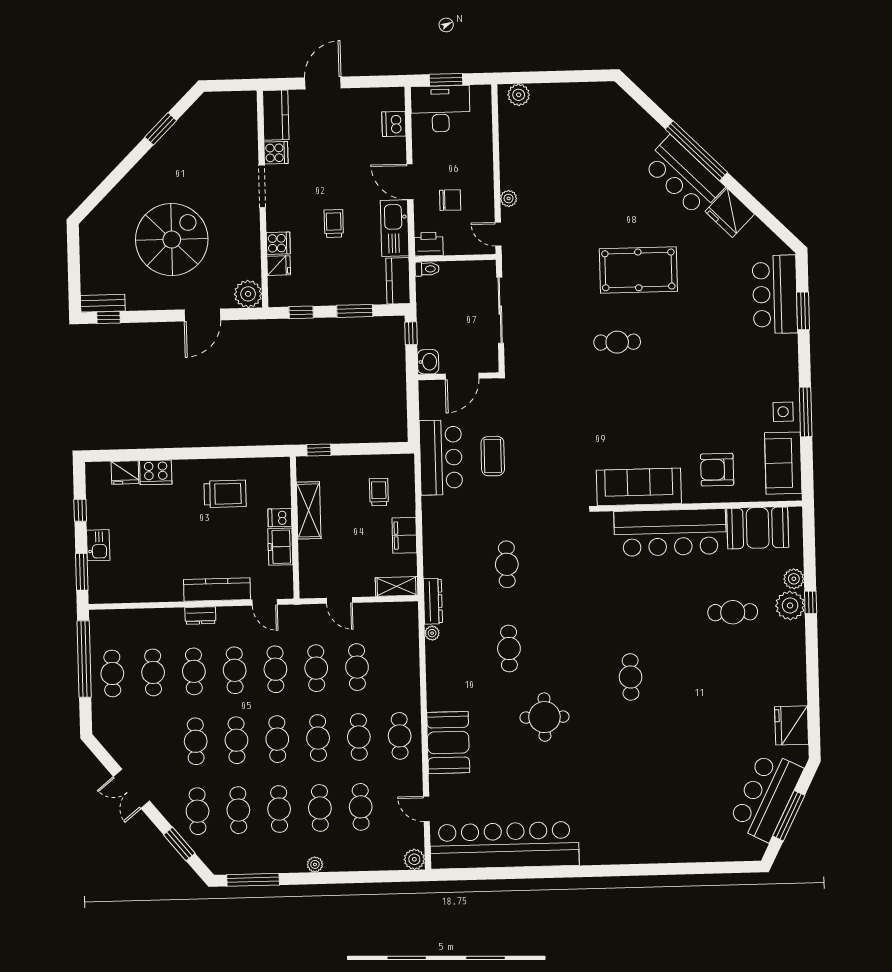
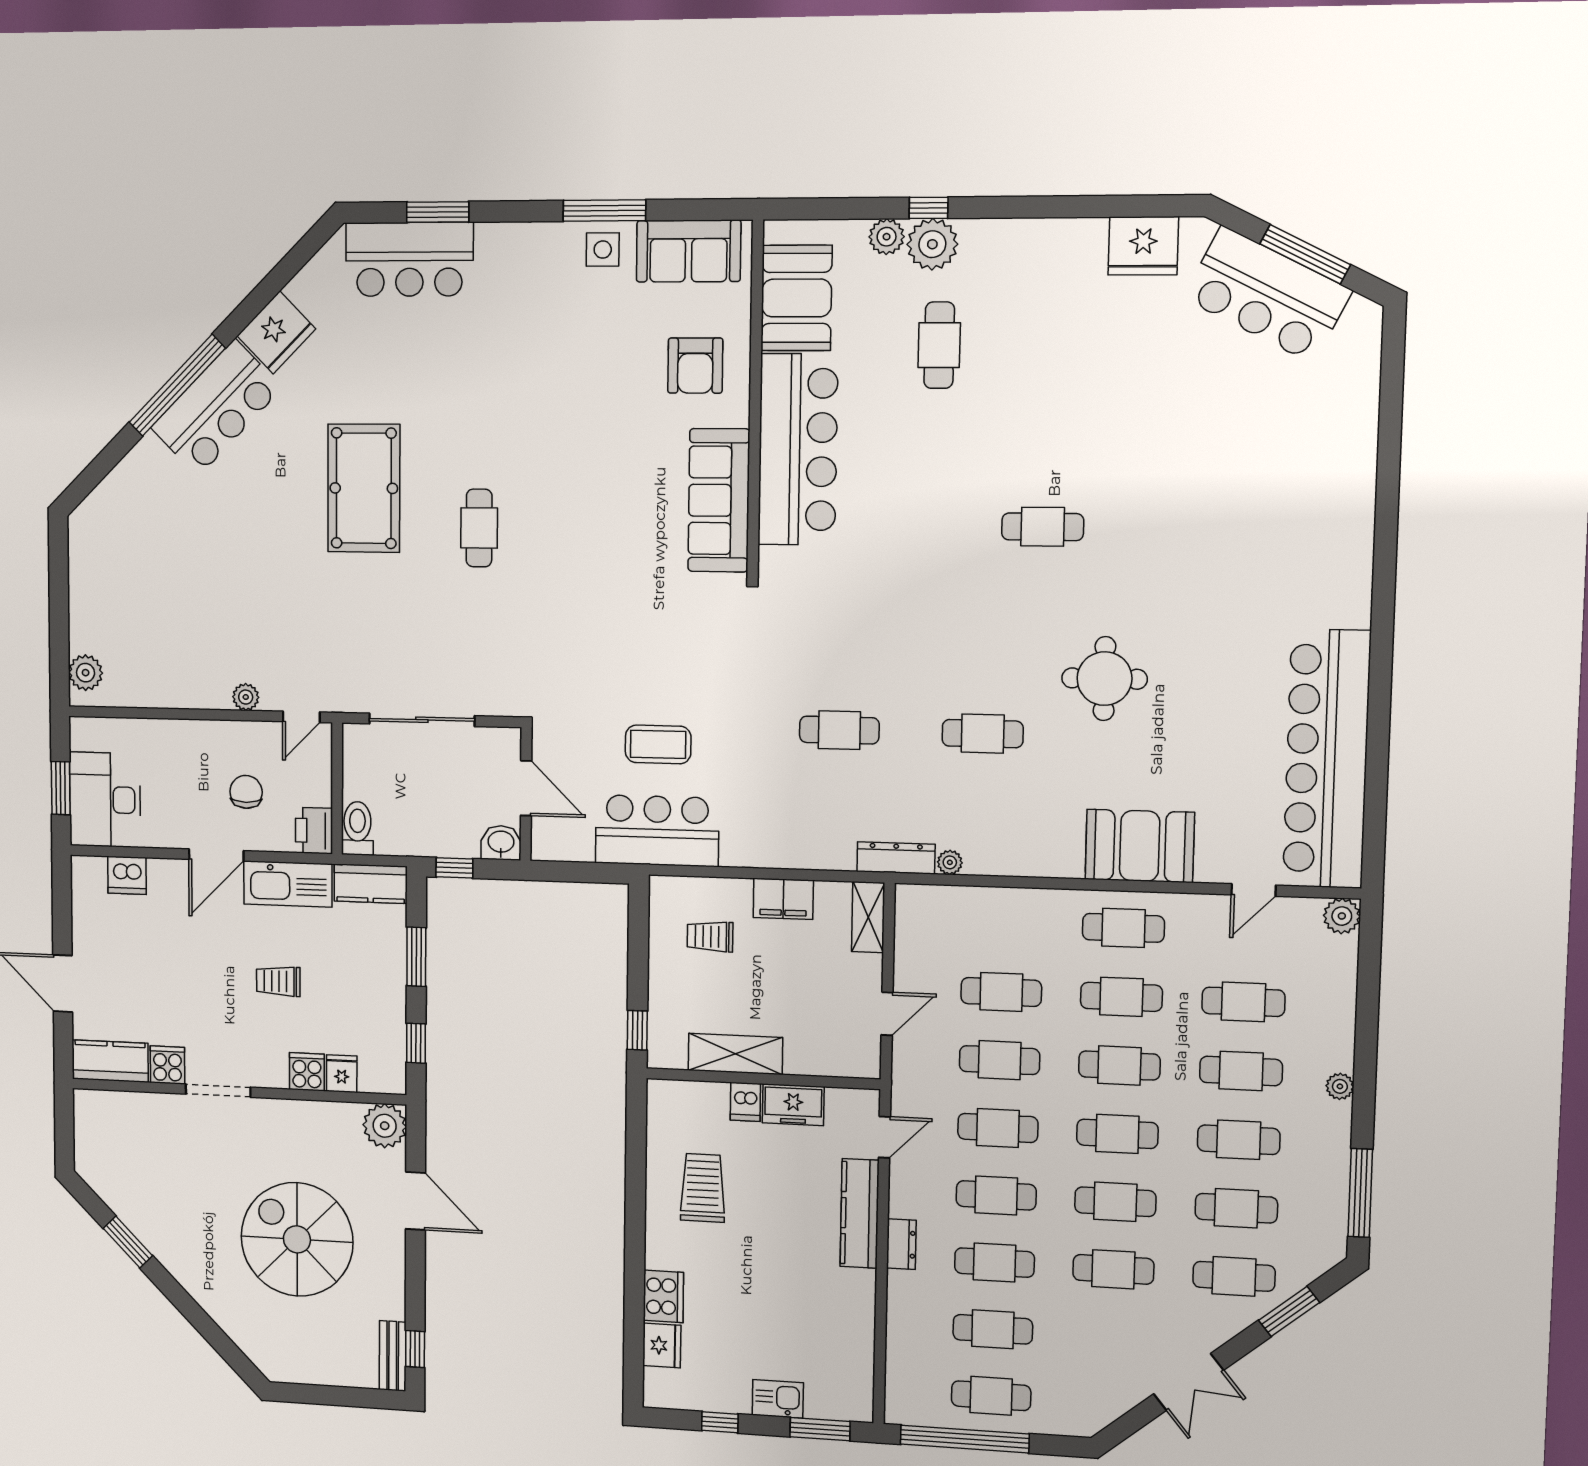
toilet: (427, 269) -> (357, 828), width x1.37, depth x1.39

